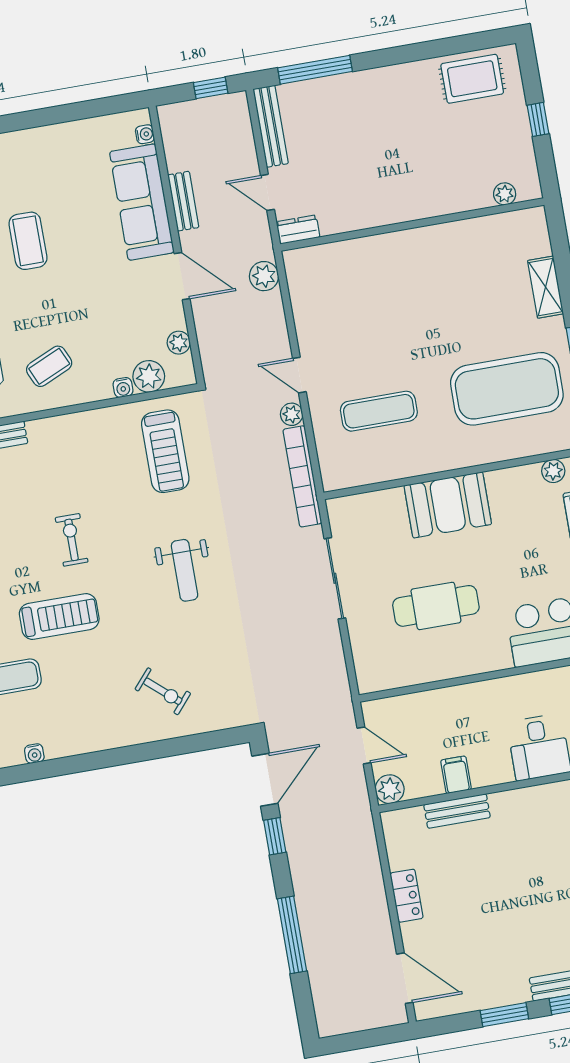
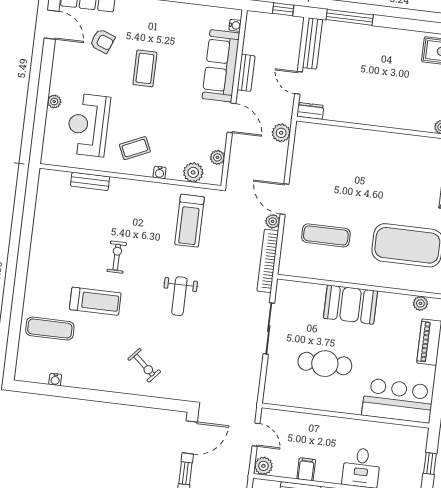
door: (299, 375) -> (284, 199), width x1.38
water cooler: (123, 387) -> (160, 172), moved

